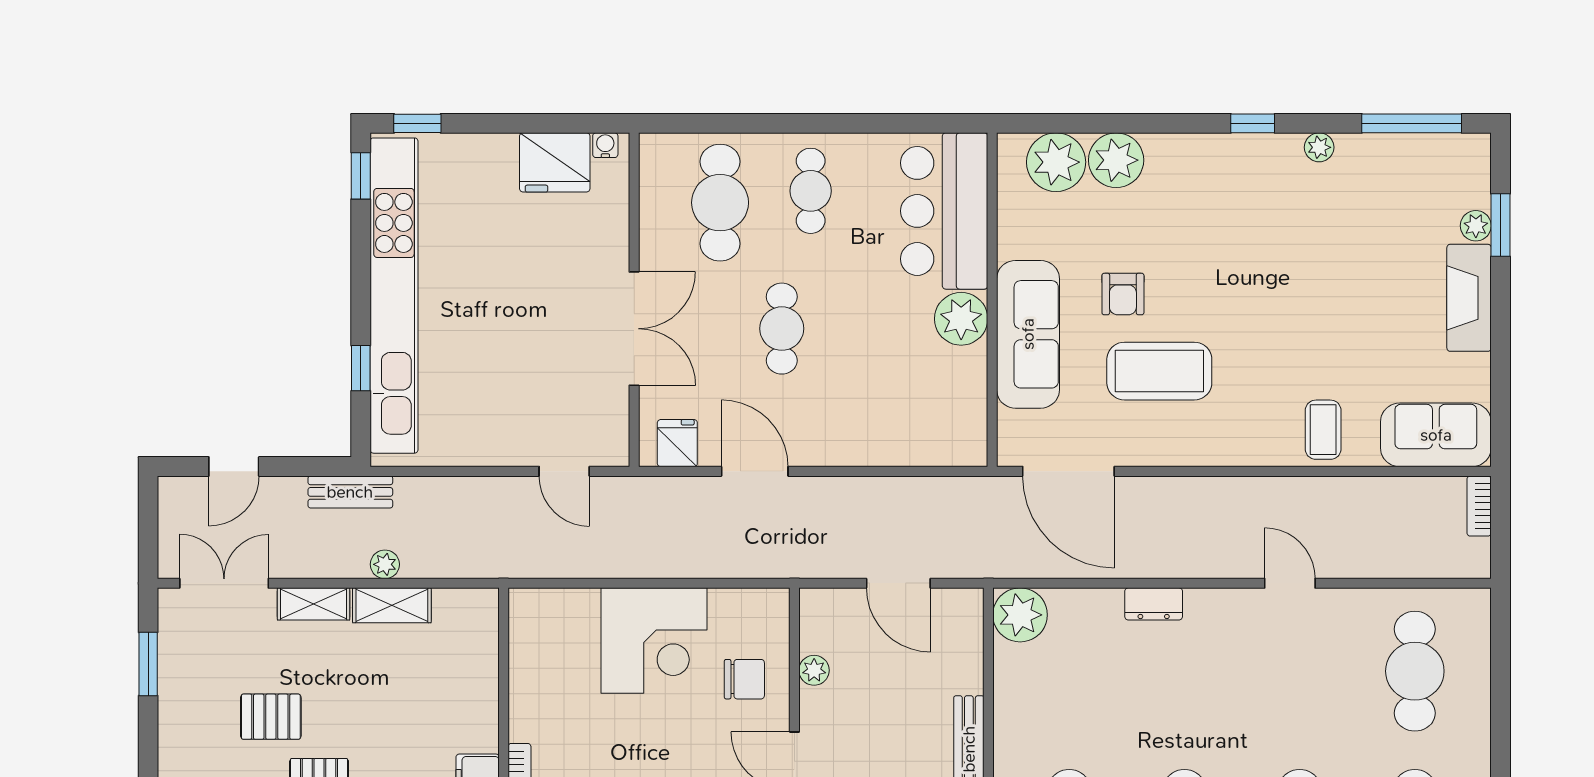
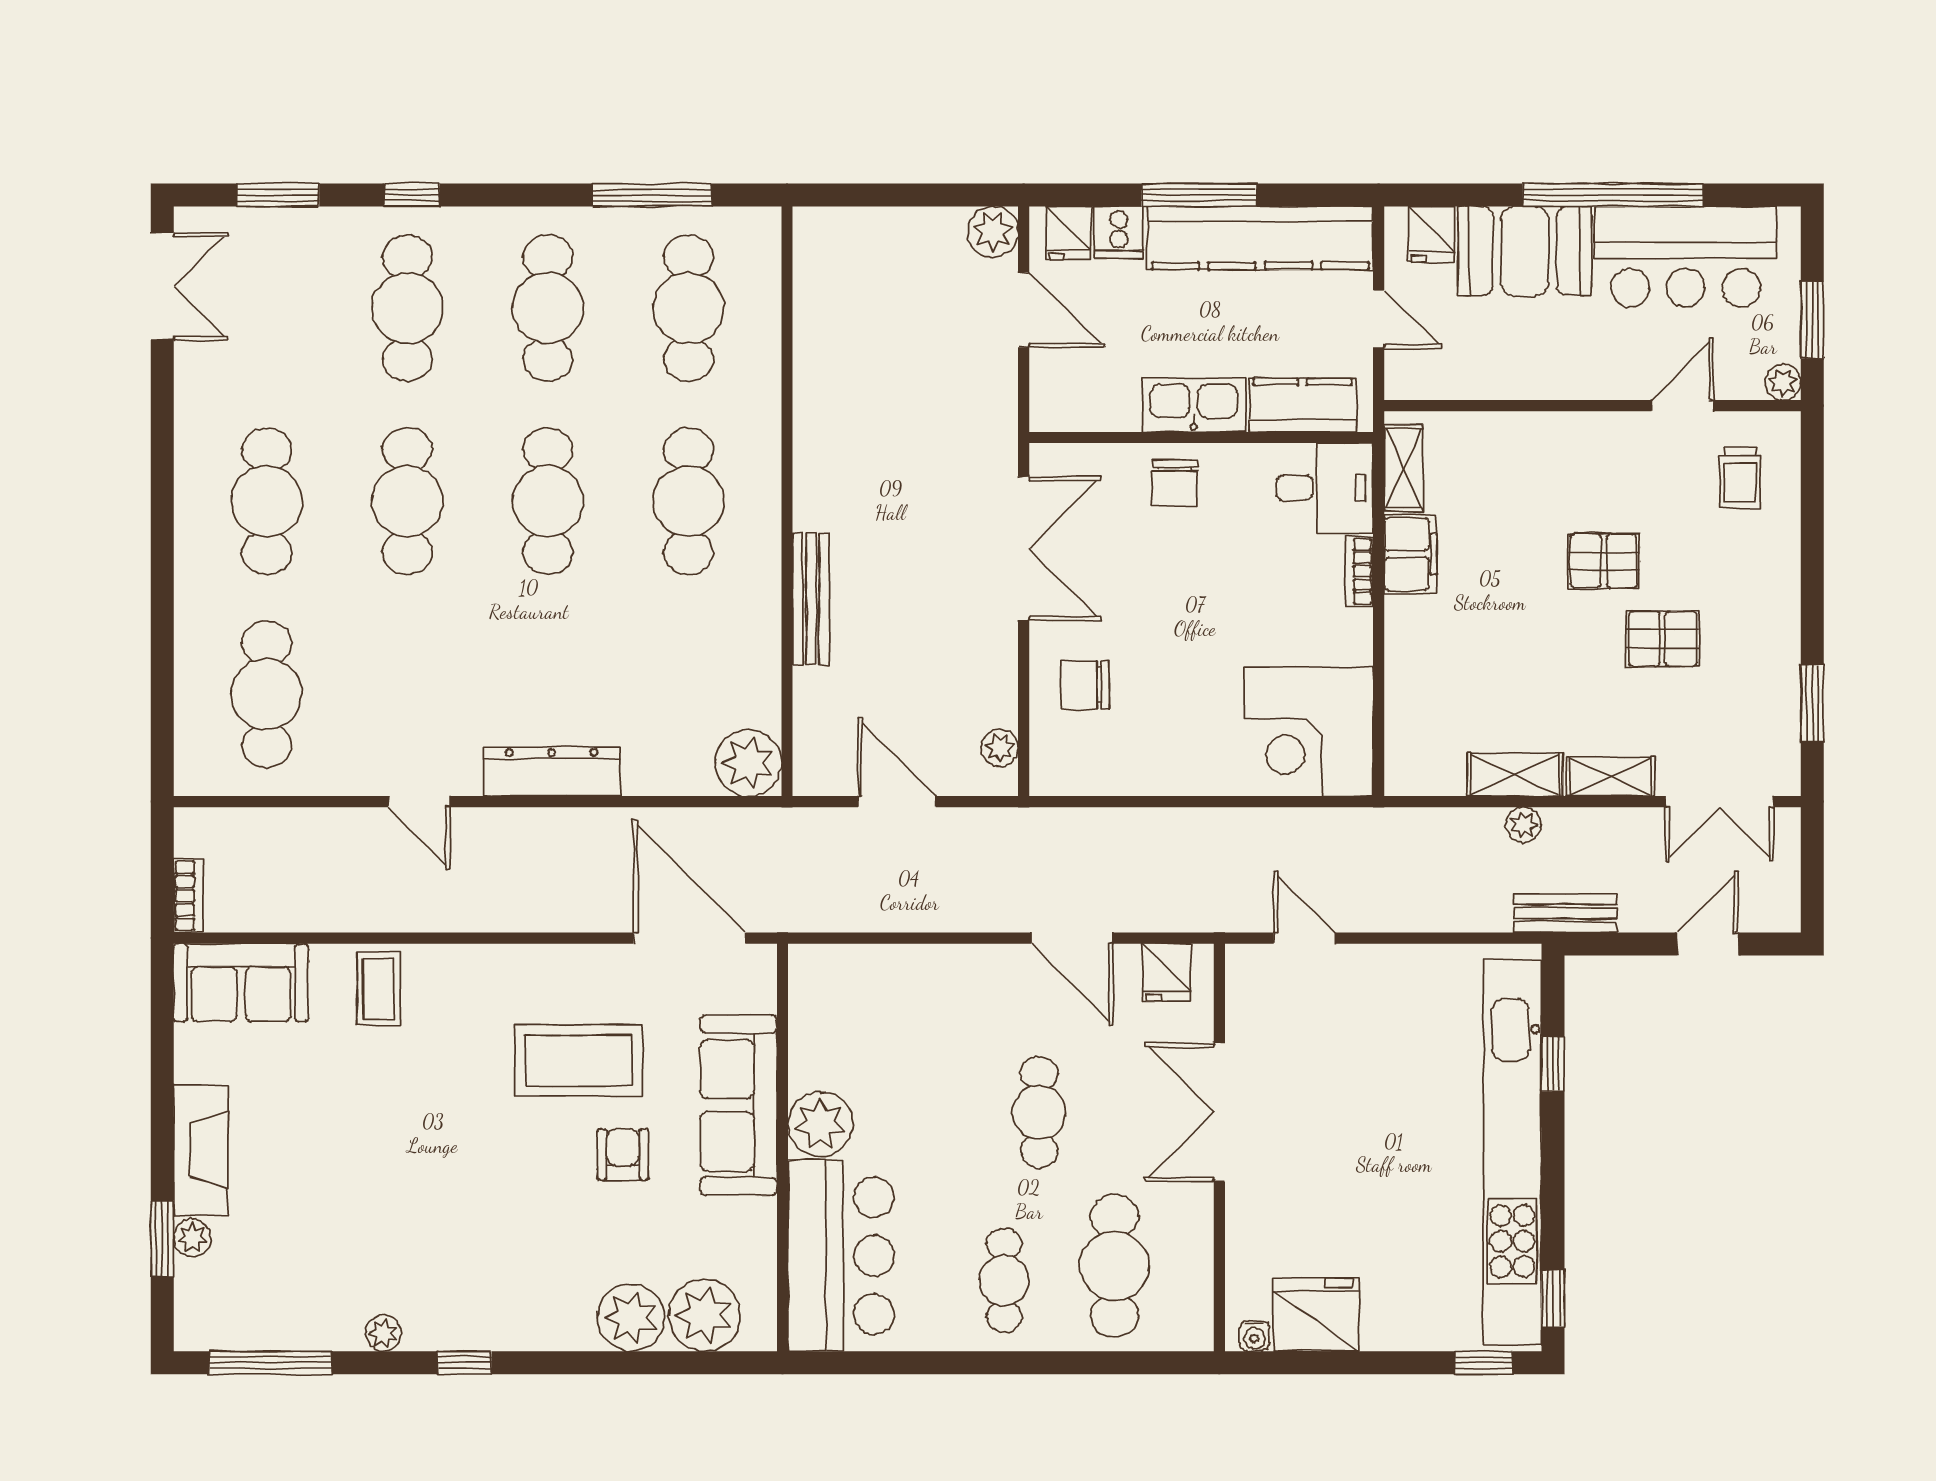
dresser: (1154, 604) -> (552, 772), width x1.96, depth x1.24
corner desk: (654, 641) -> (1309, 732), moved, turned -90
plant: (814, 670) -> (1000, 748), moved

